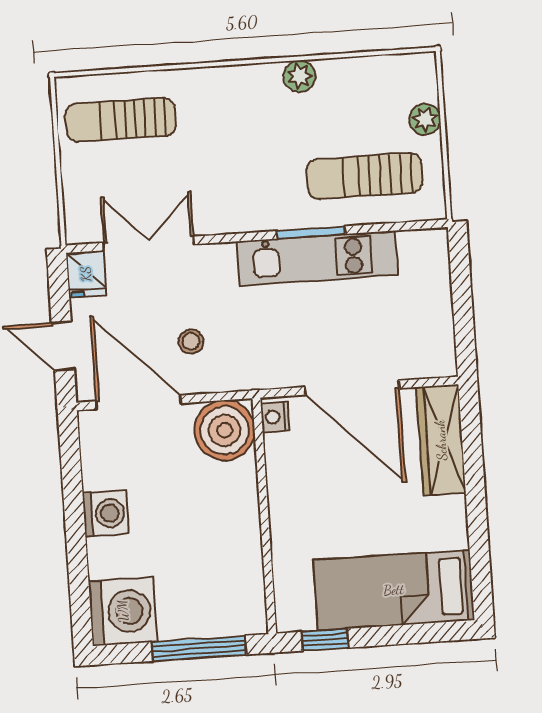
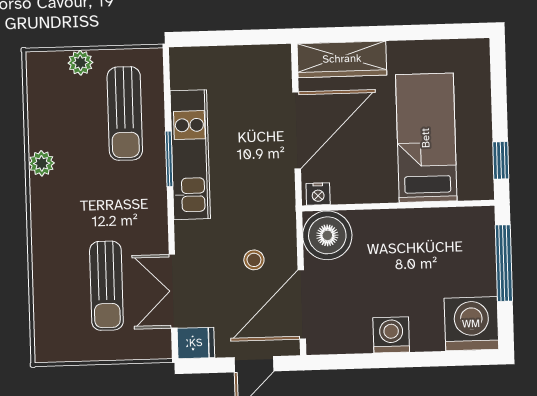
sun lounger: (121, 120) -> (106, 286), moved
bed: (394, 590) -> (426, 138), moved, turned 180

